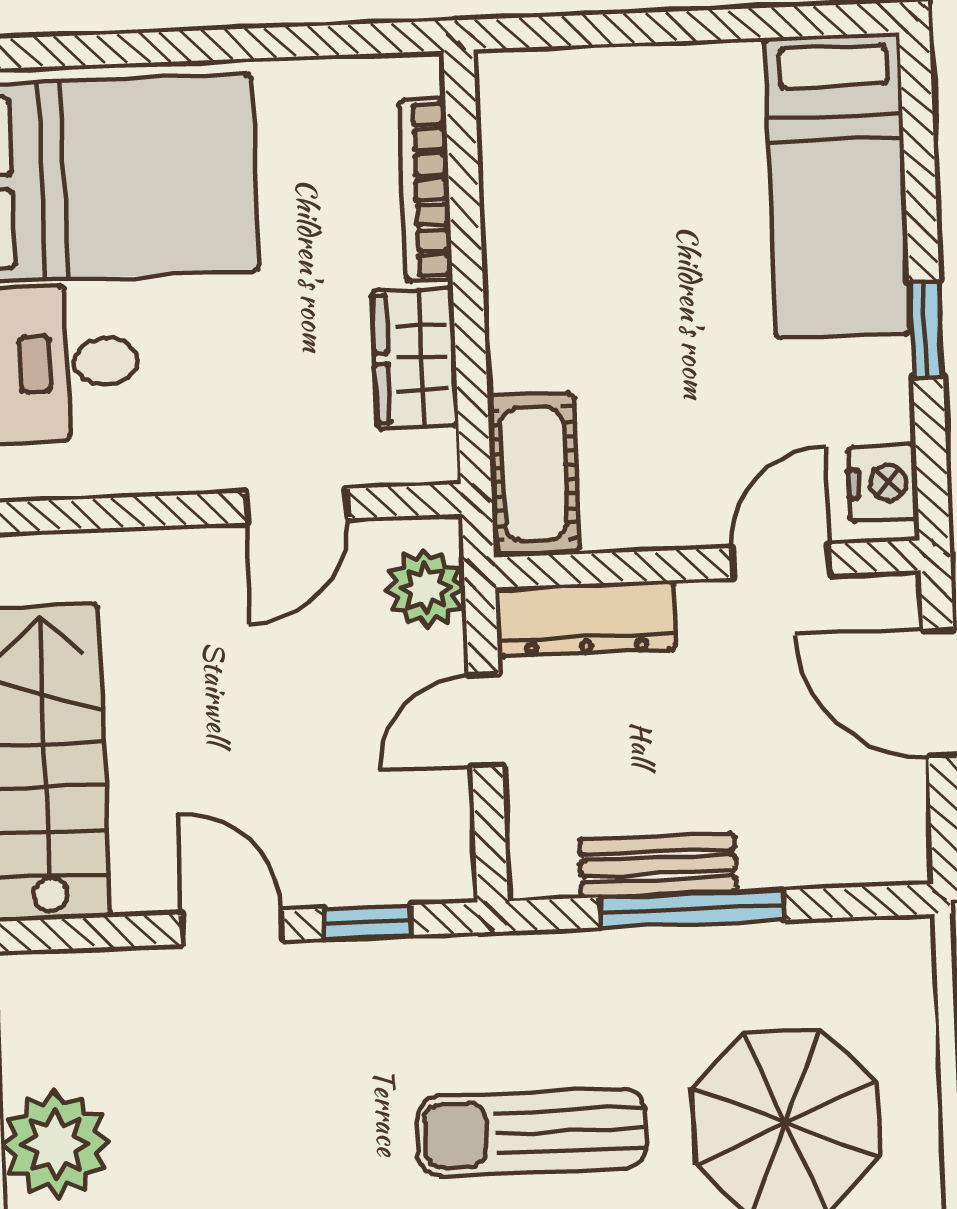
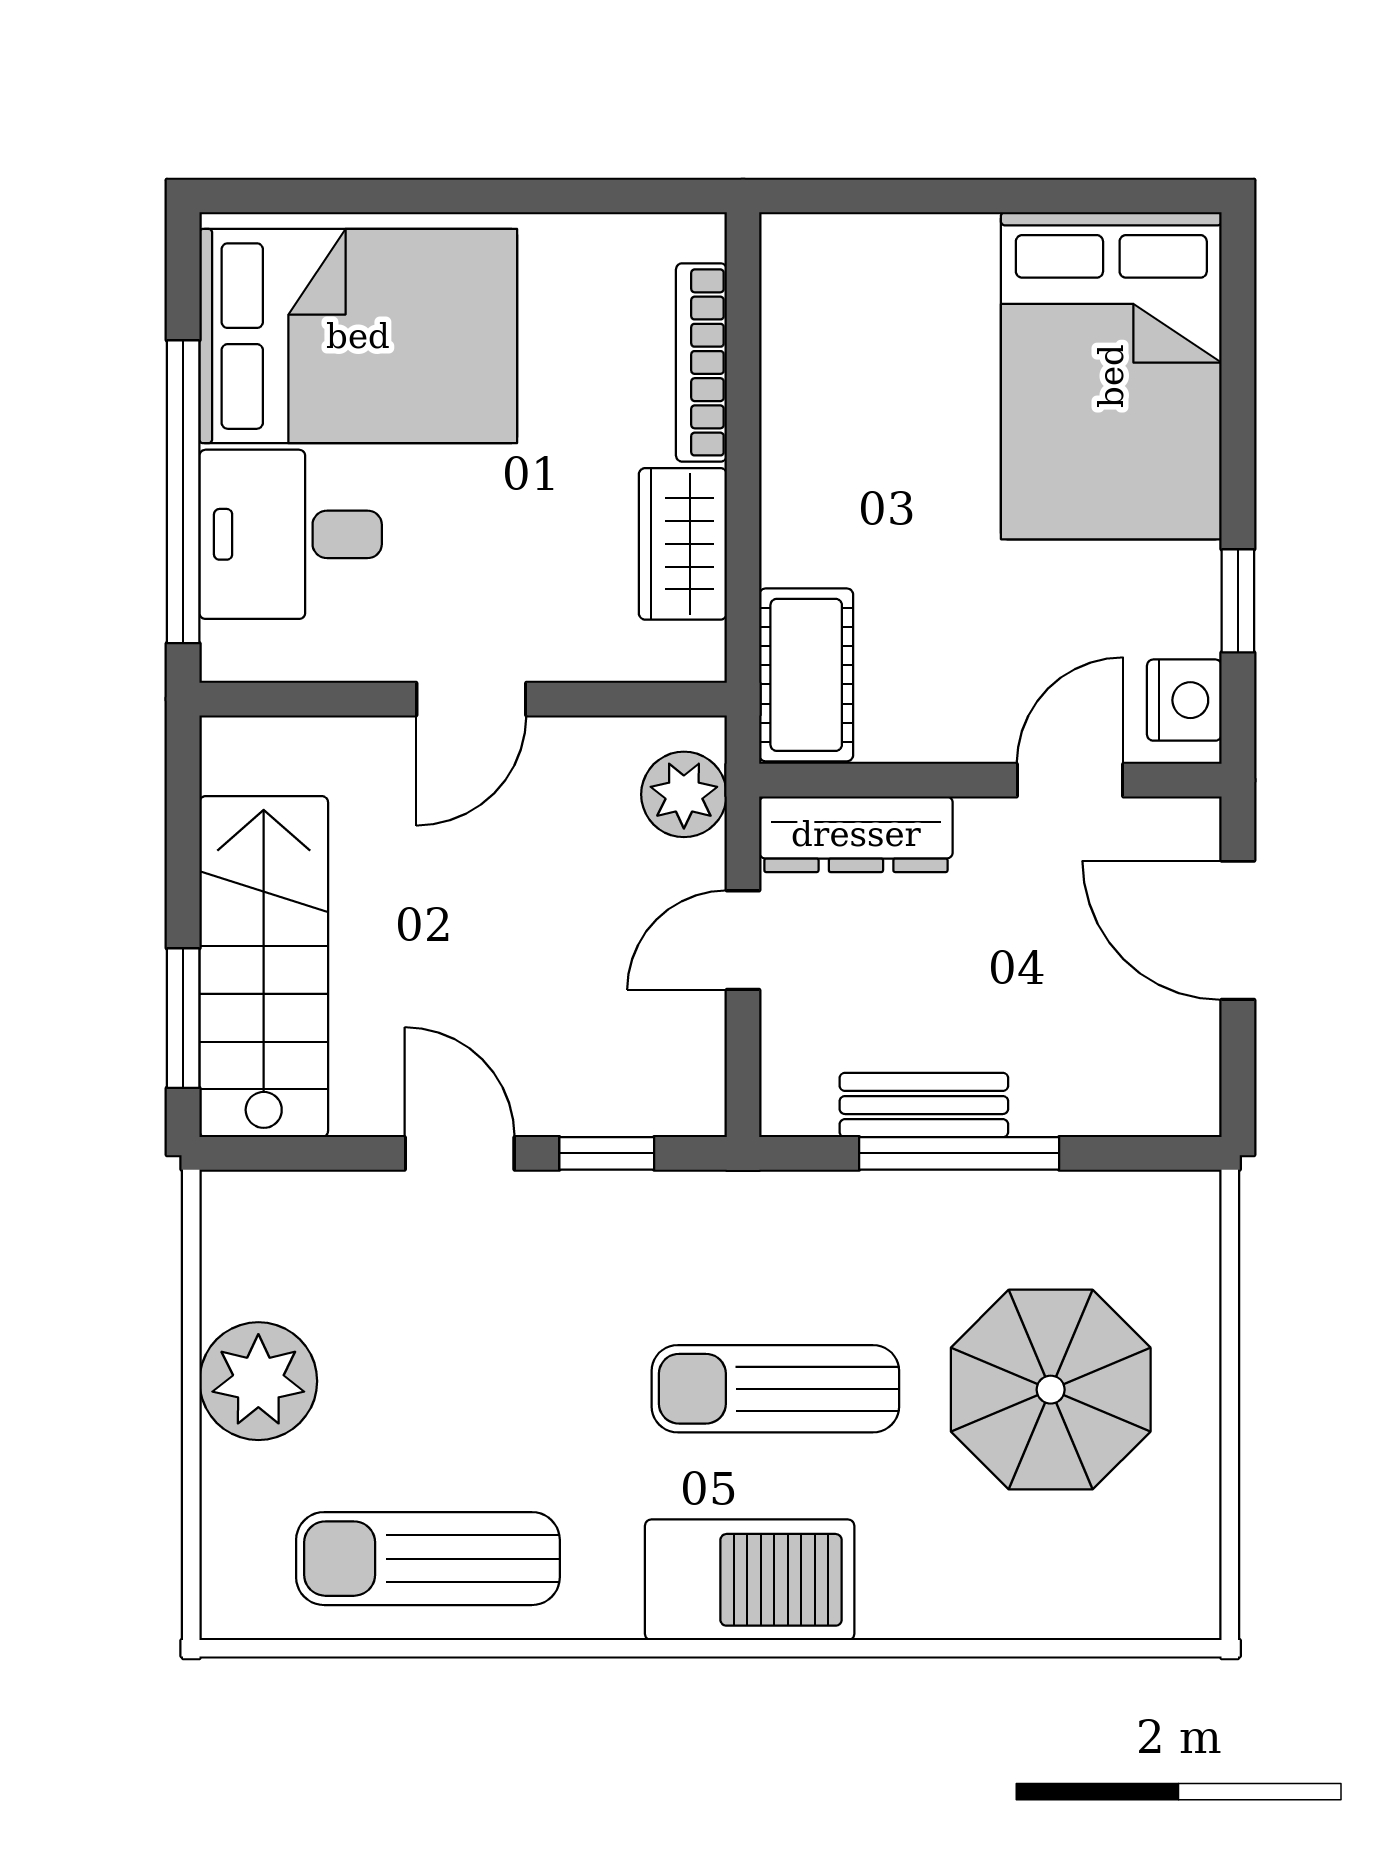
bed: (838, 186) -> (1111, 376), width x1.50
window: (926, 330) -> (1238, 601), moved
door: (297, 506) -> (471, 699), moved

